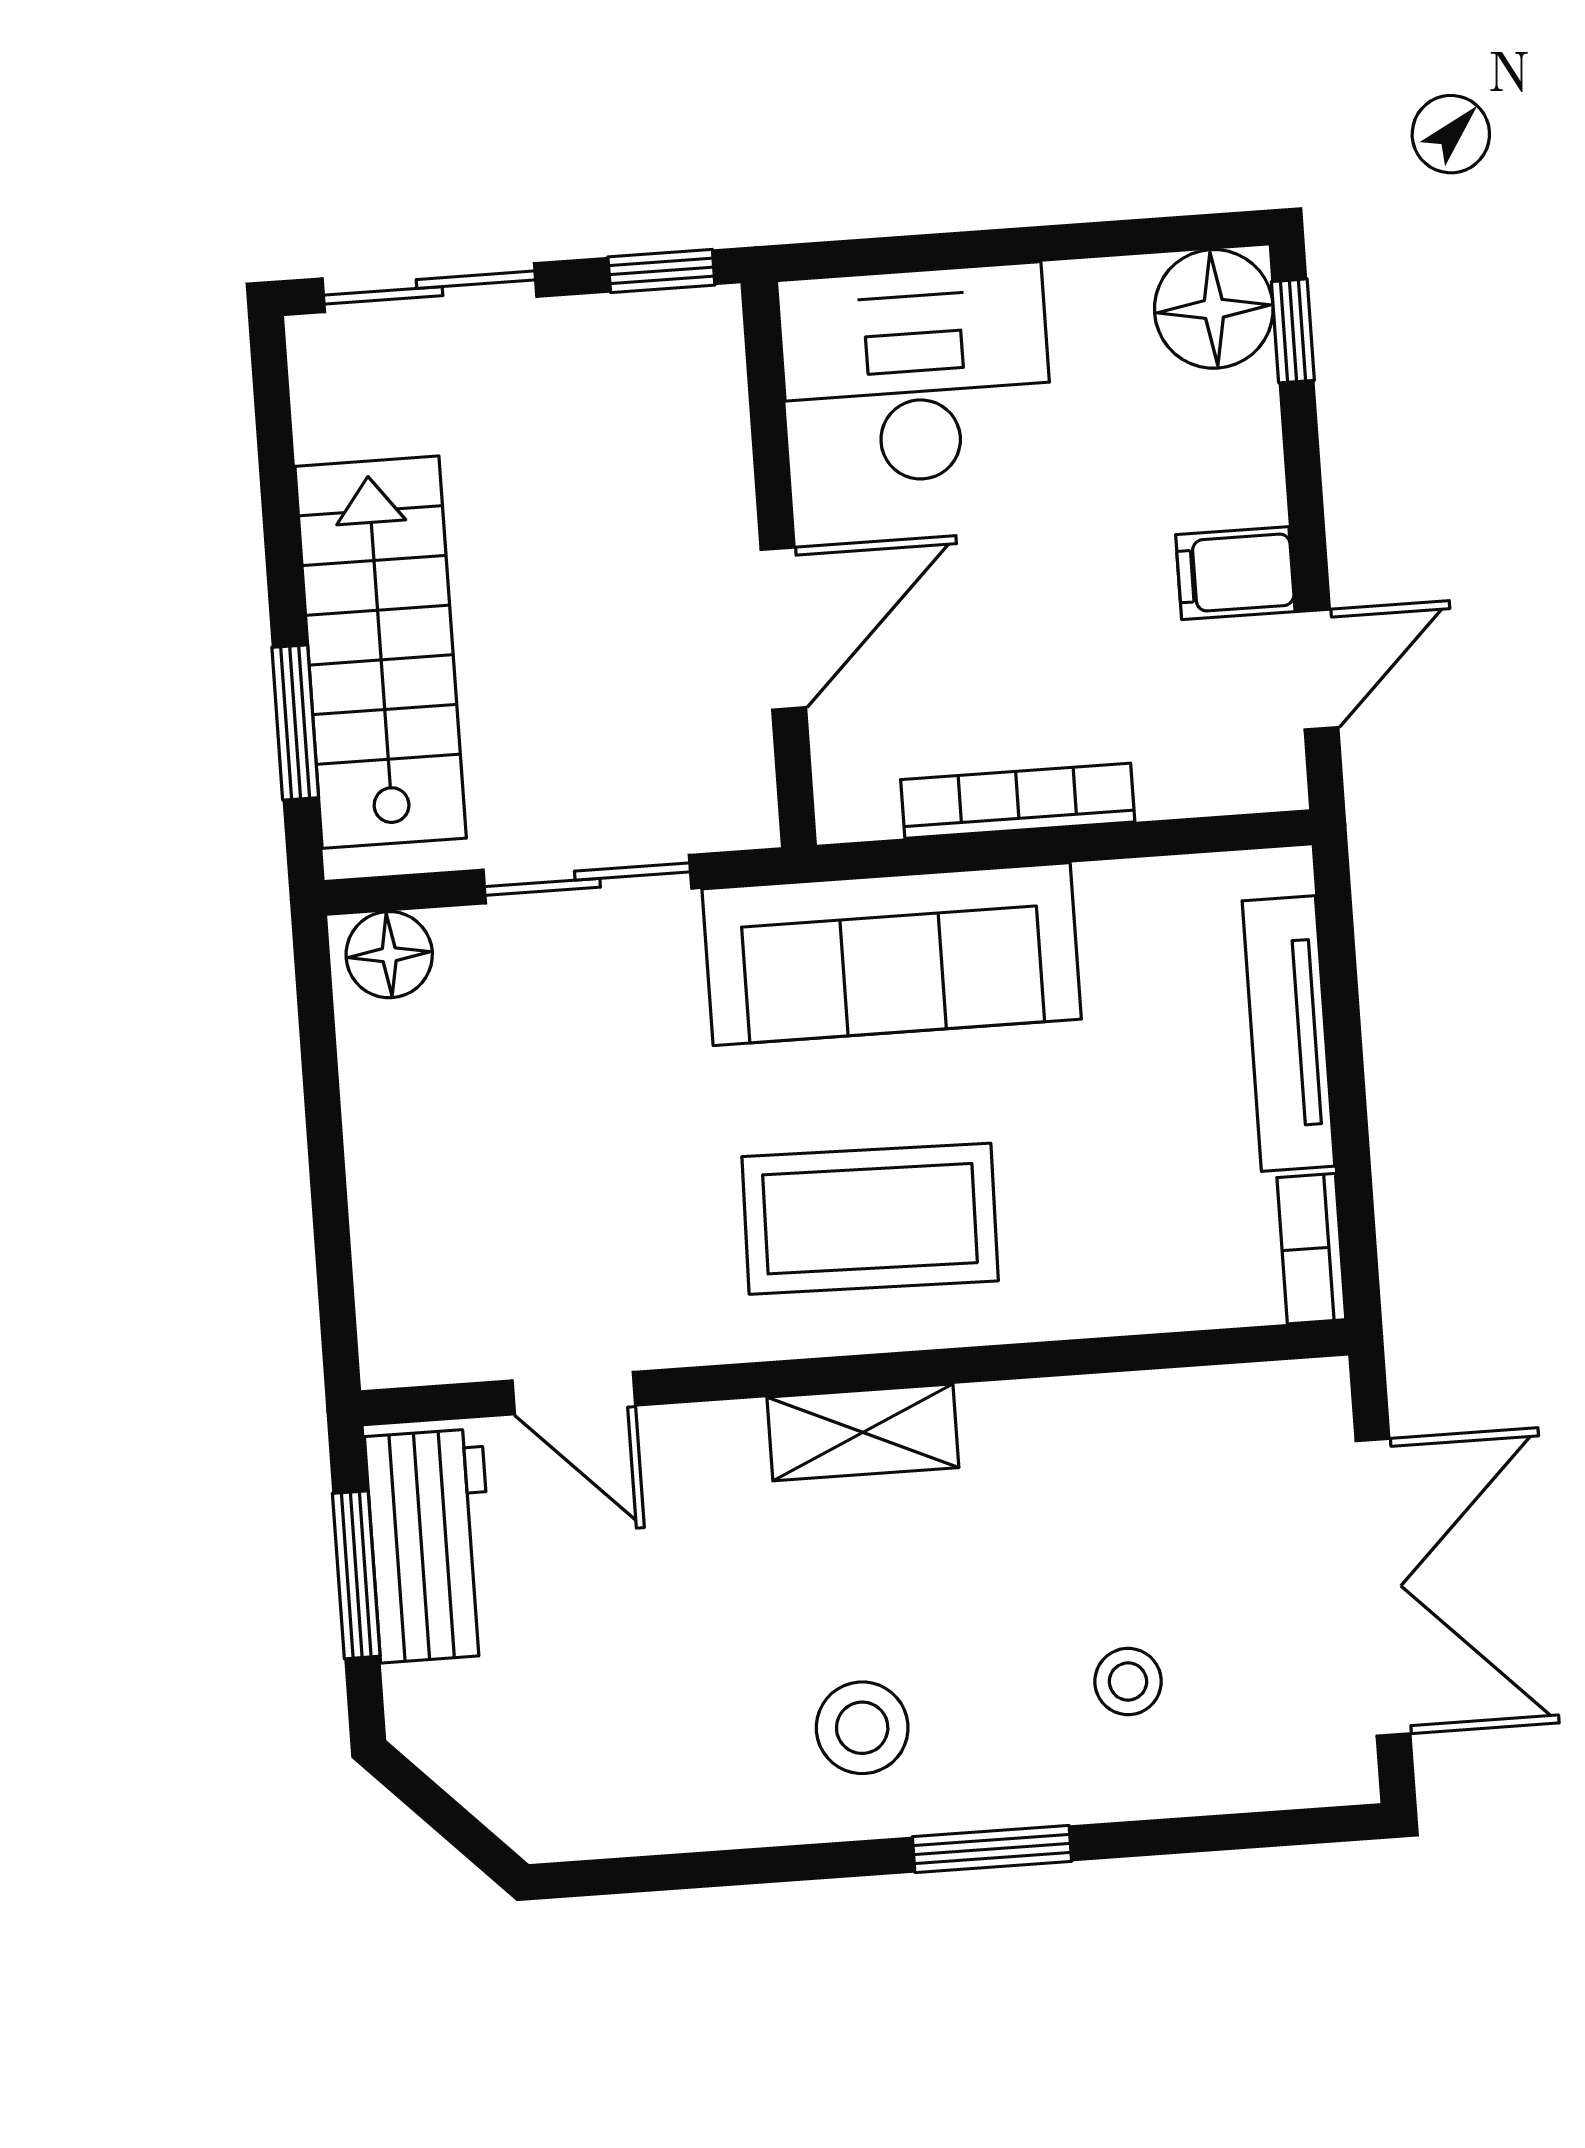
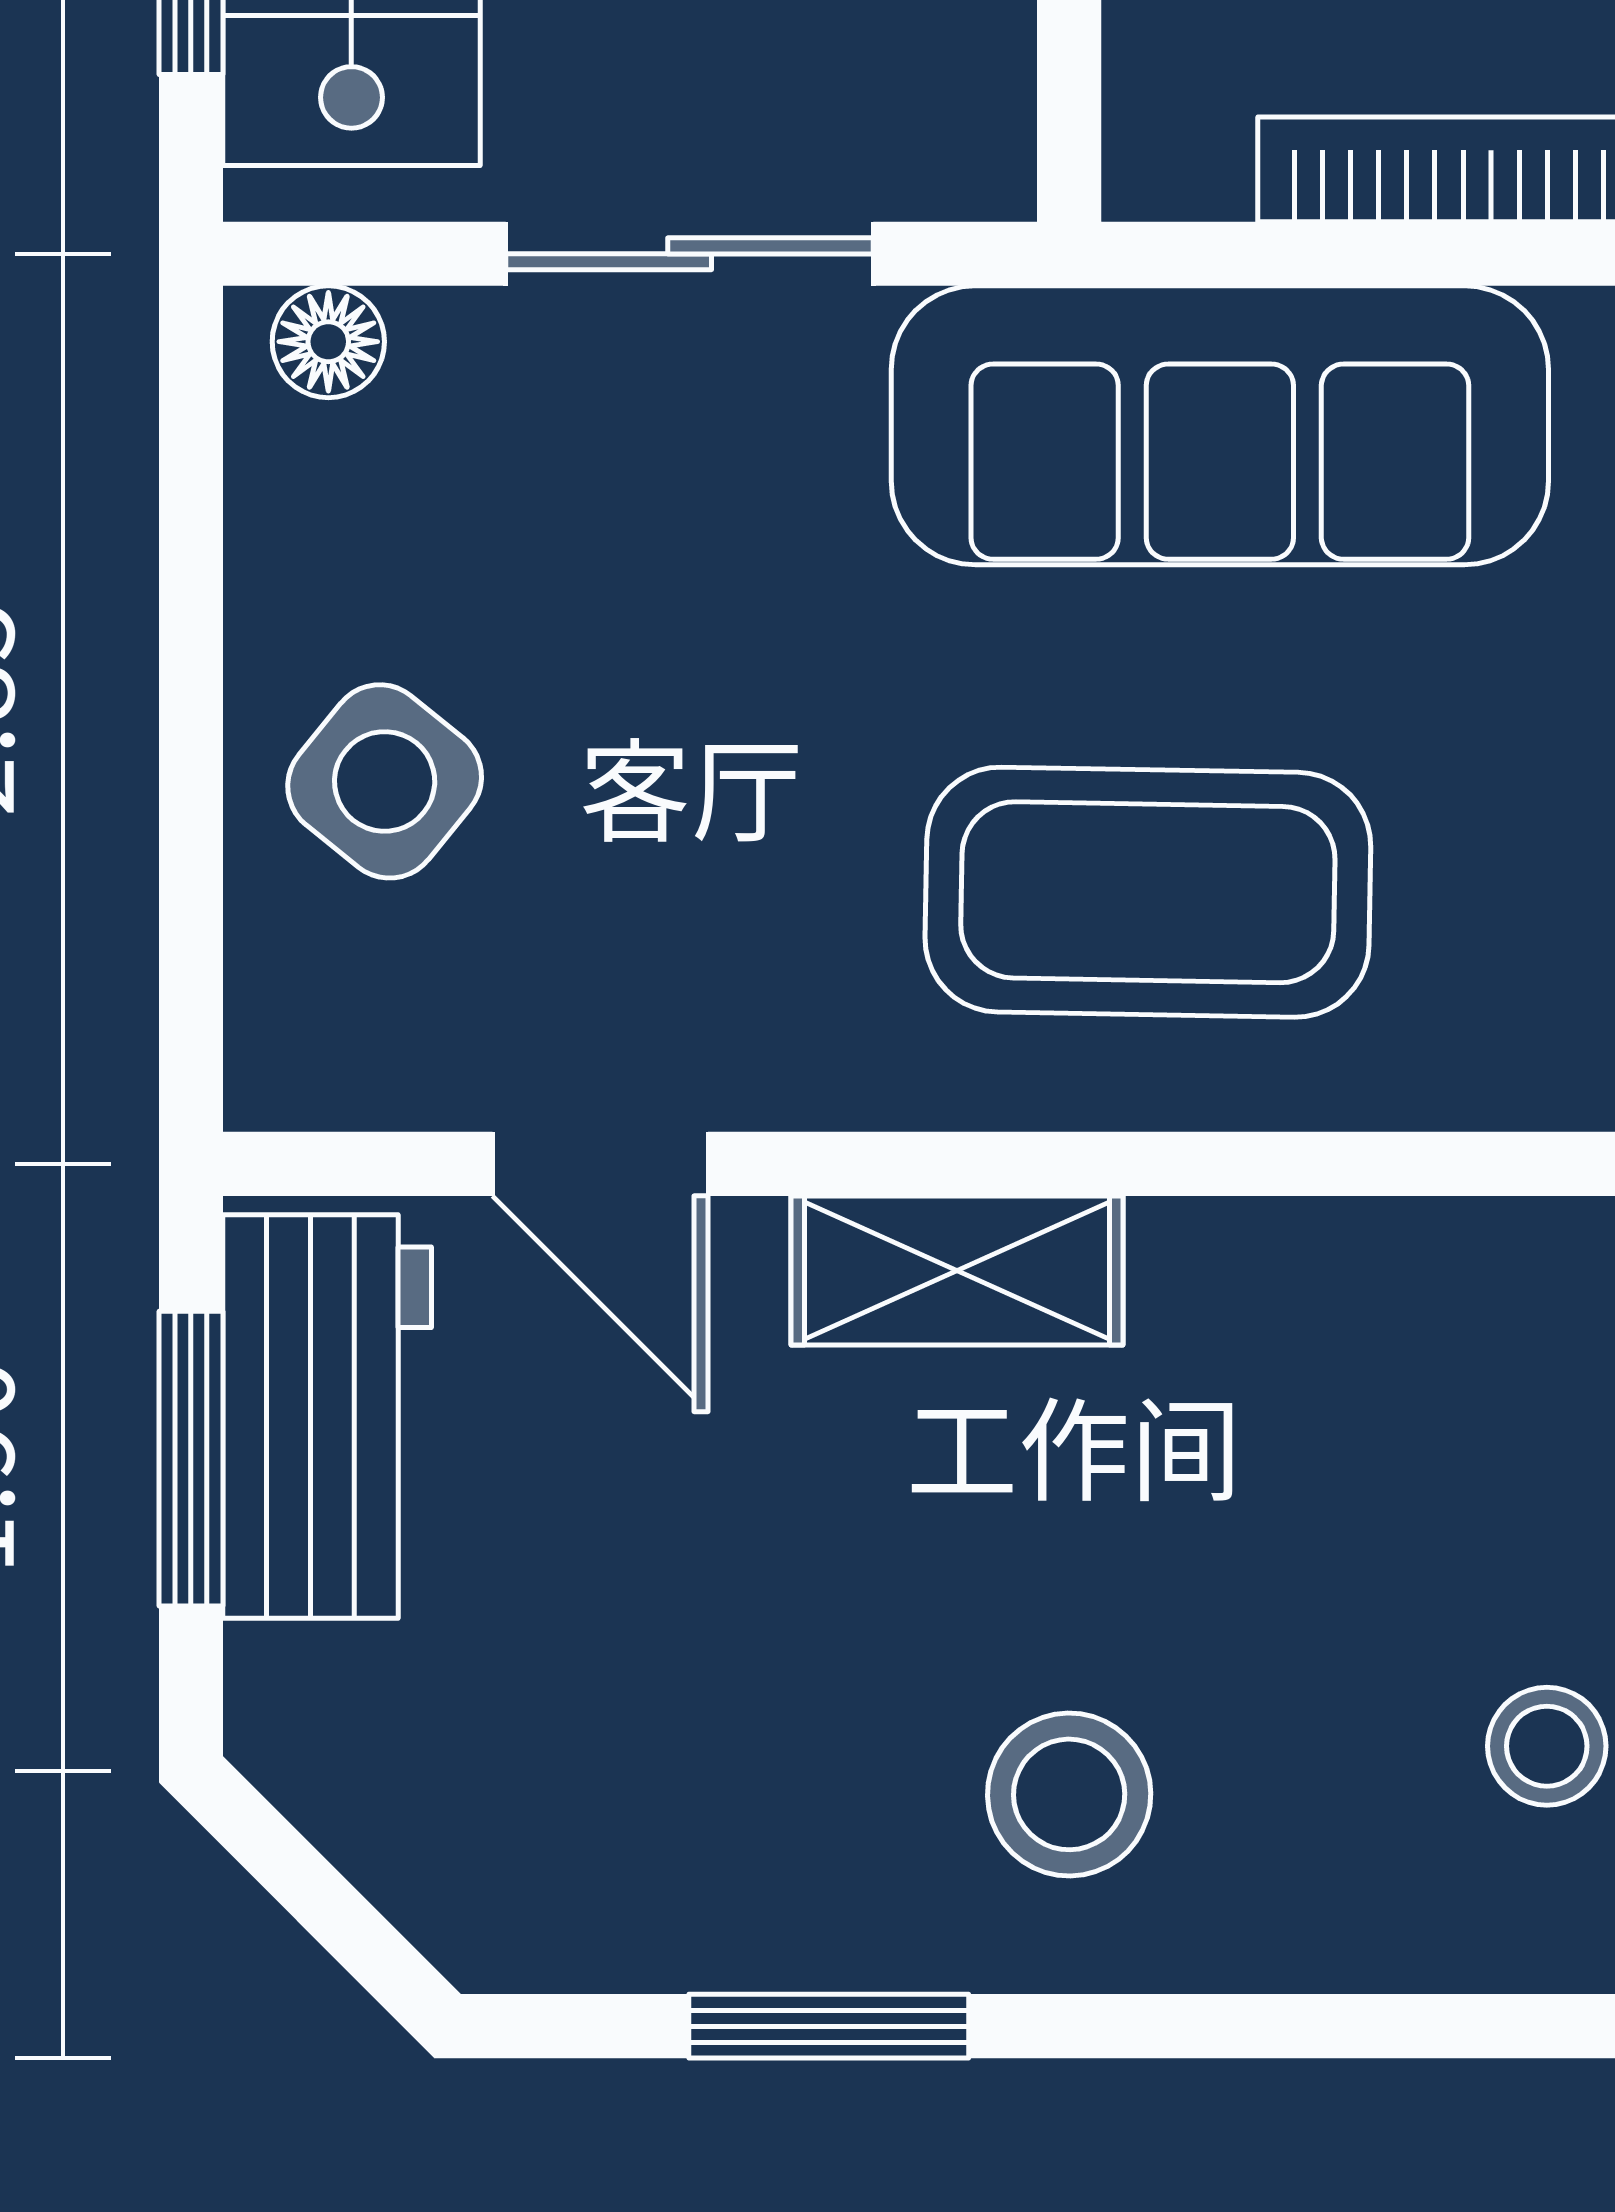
floor lamp: (389, 955) -> (328, 342), width x0.73, depth x0.73
side table: (438, 1187) -> (385, 781), added
shelving: (863, 1432) -> (957, 1270), moved
window: (992, 1849) -> (829, 2026), moved

